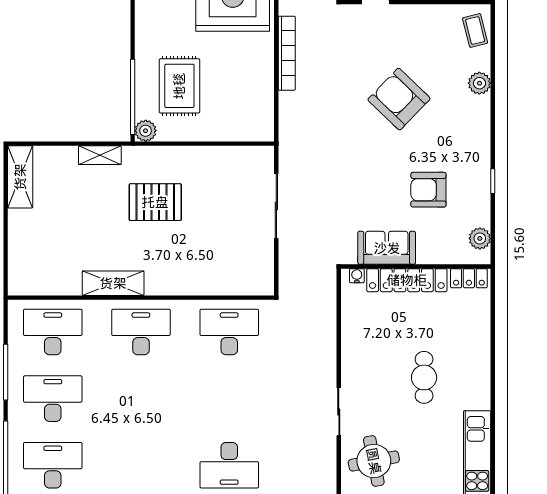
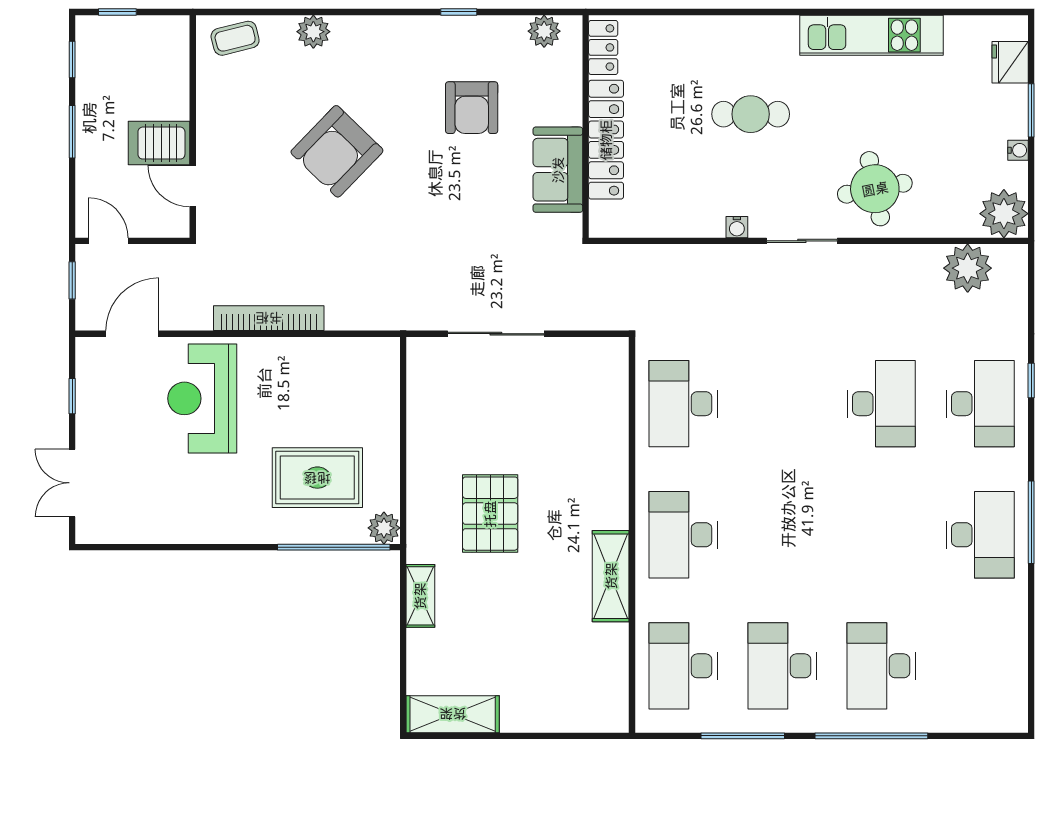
water cooler: (357, 276) -> (737, 227), moved, turned -90

